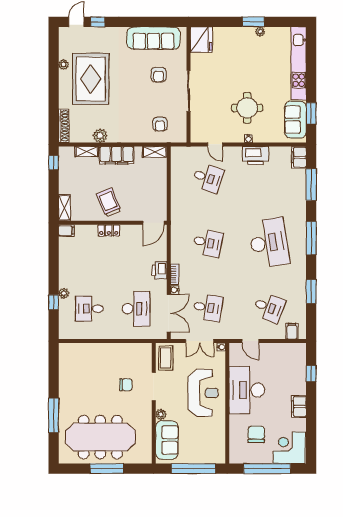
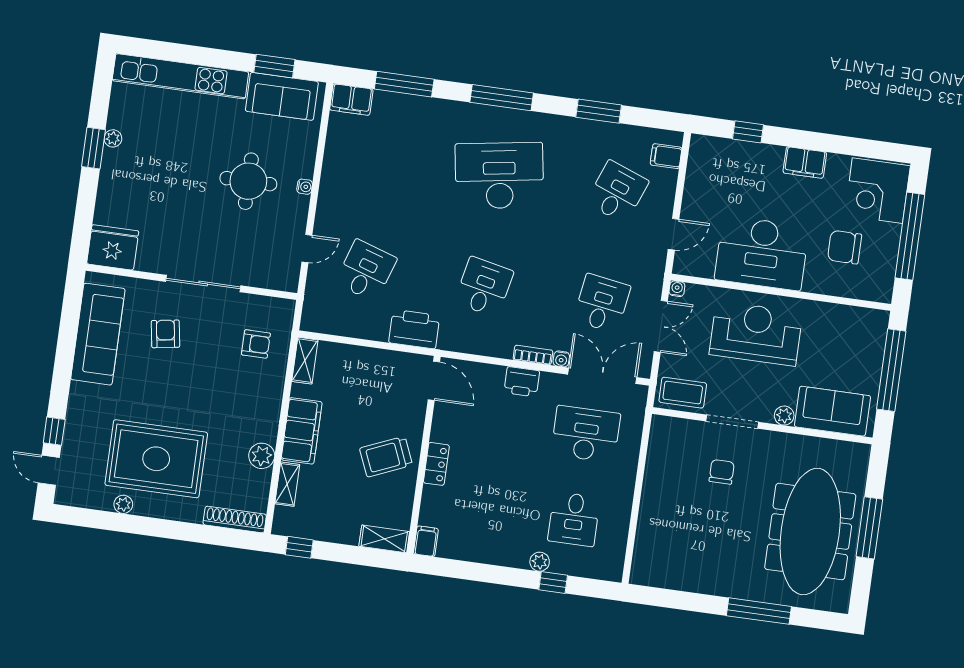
armchair: (159, 75) -> (165, 334), turned -99
printer: (255, 156) -> (414, 329), moved, turned -90

